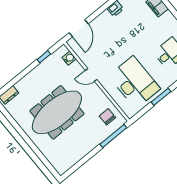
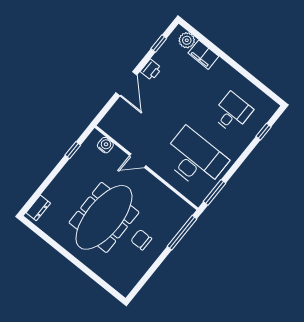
door: (79, 28) -> (126, 84), moved
window: (161, 97) -> (215, 192), moved
chair: (107, 117) -> (141, 240), moved

